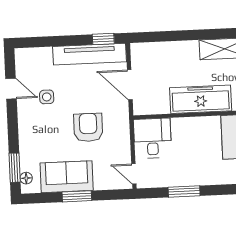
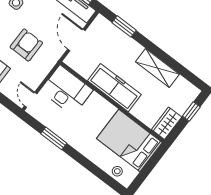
window: (163, 36) -> (124, 26), added
desk: (152, 138) -> (67, 90), width x1.37

